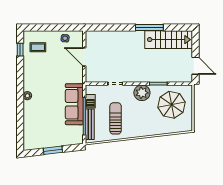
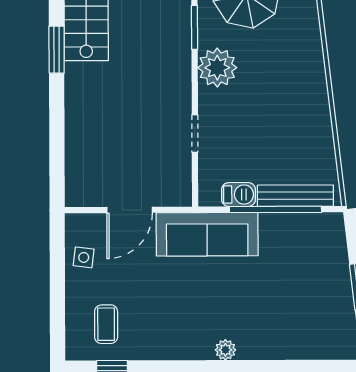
window: (149, 28) -> (57, 50), width x0.69
sofa: (74, 104) -> (207, 234), moved
sun lounger: (116, 118) -> (281, 132), removed

